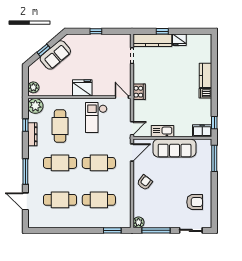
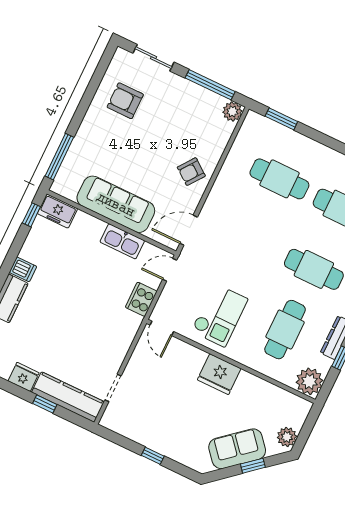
plant: (33, 87) -> (287, 437), moved
cooker: (139, 92) -> (141, 299), moved
cafe table: (99, 163) -> (251, 239), removed

